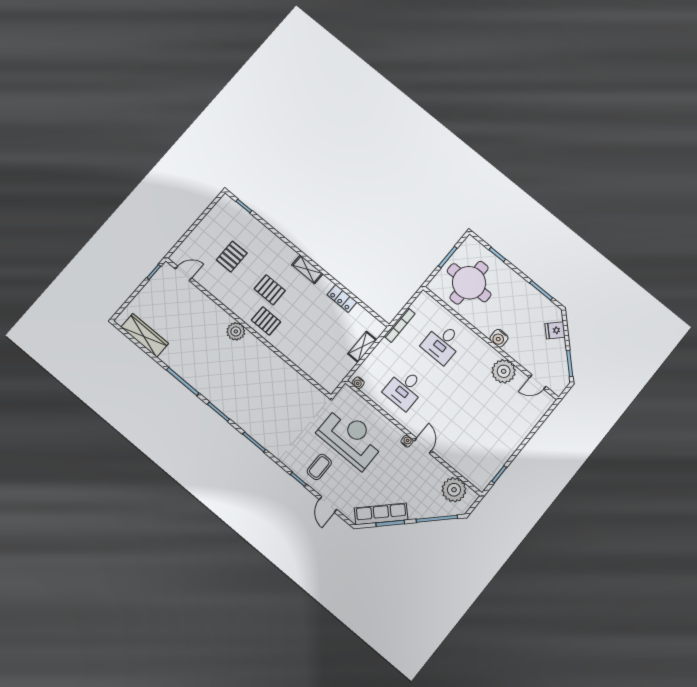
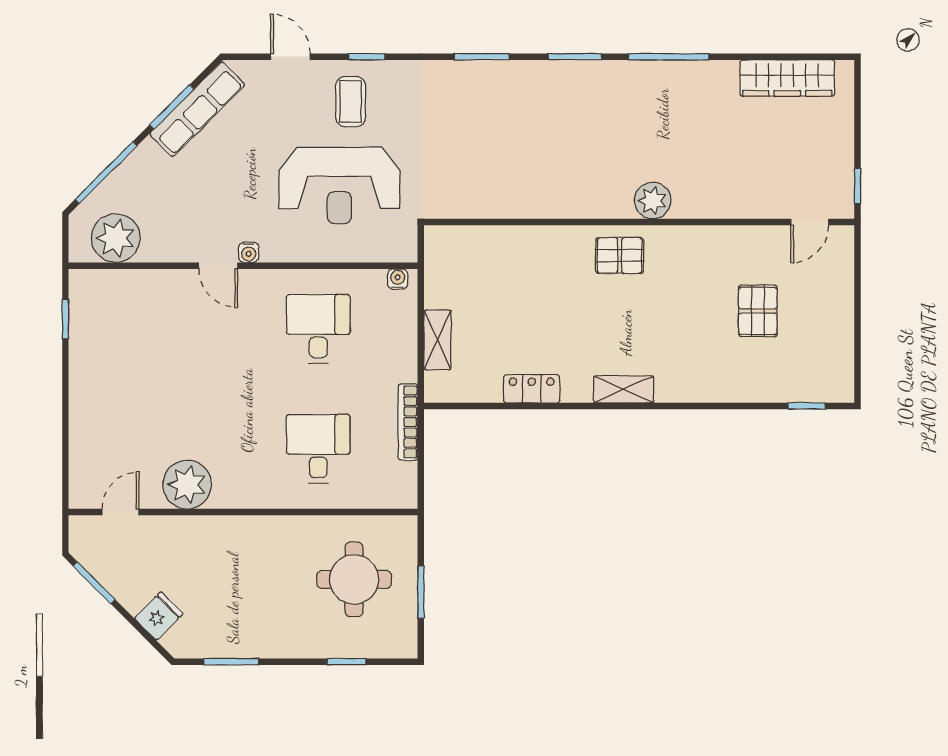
round table: (469, 283) -> (354, 579), width x0.73, depth x0.73
pallet: (270, 290) -> (655, 309), removed
water cooler: (499, 338) -> (236, 531), removed

